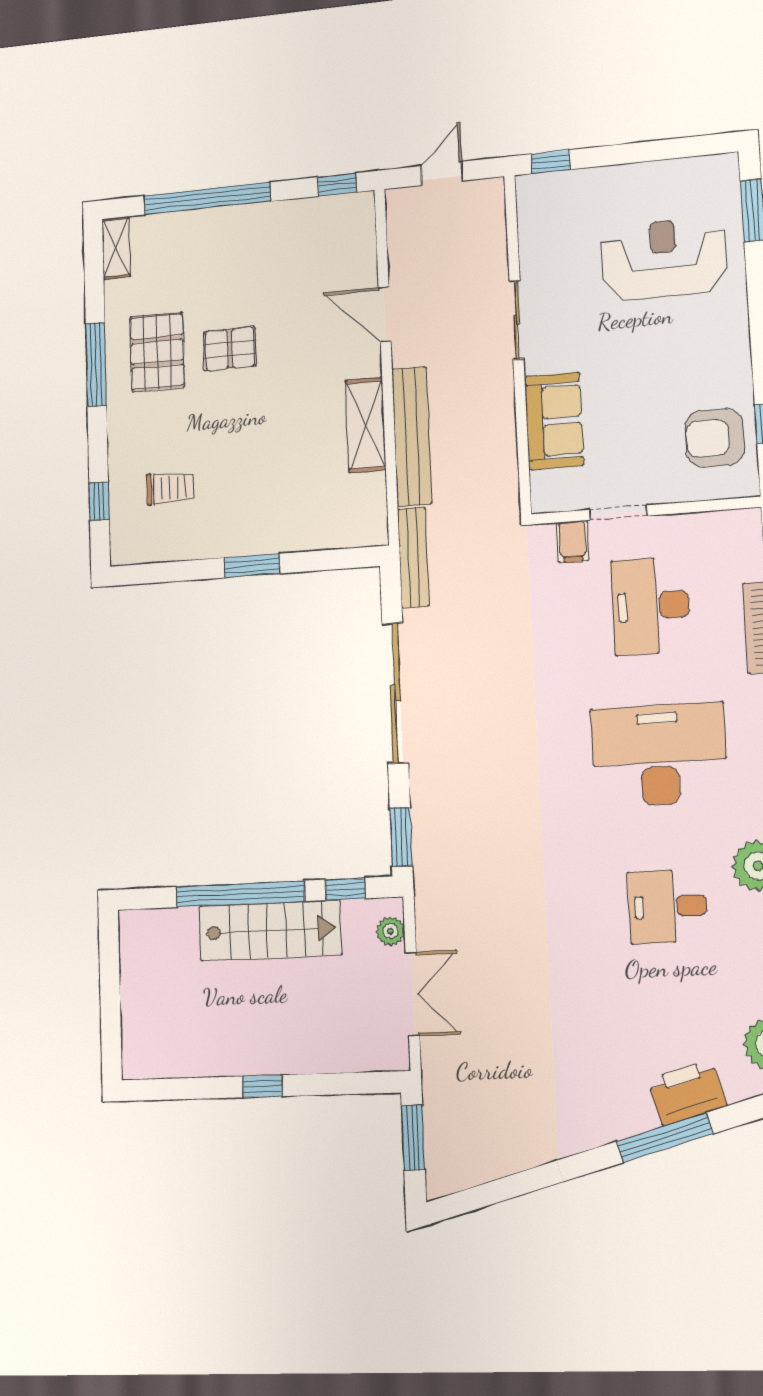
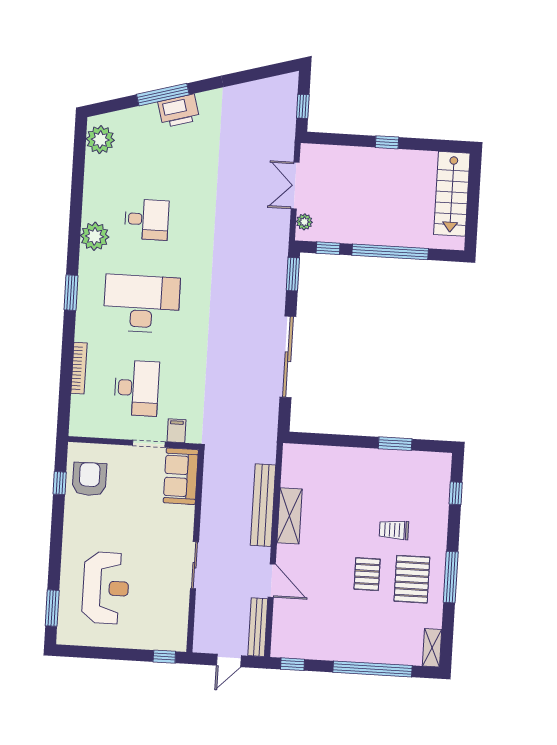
reception desk: (664, 259) -> (106, 588), turned -90
pallet: (230, 349) -> (367, 574), turned 90
sofa: (554, 421) -> (181, 476), moved
armchair: (715, 438) -> (89, 479), turned -90
trolley: (170, 488) -> (394, 530), moved
bench: (413, 558) -> (258, 627), moved
window: (252, 566) -> (395, 444), moved
desk: (659, 755) -> (142, 304), turned 180
stairs: (270, 930) -> (452, 194), moved, turned -90
printer: (687, 1093) -> (179, 111), moved
window: (413, 1138) -> (303, 106), width x0.67

